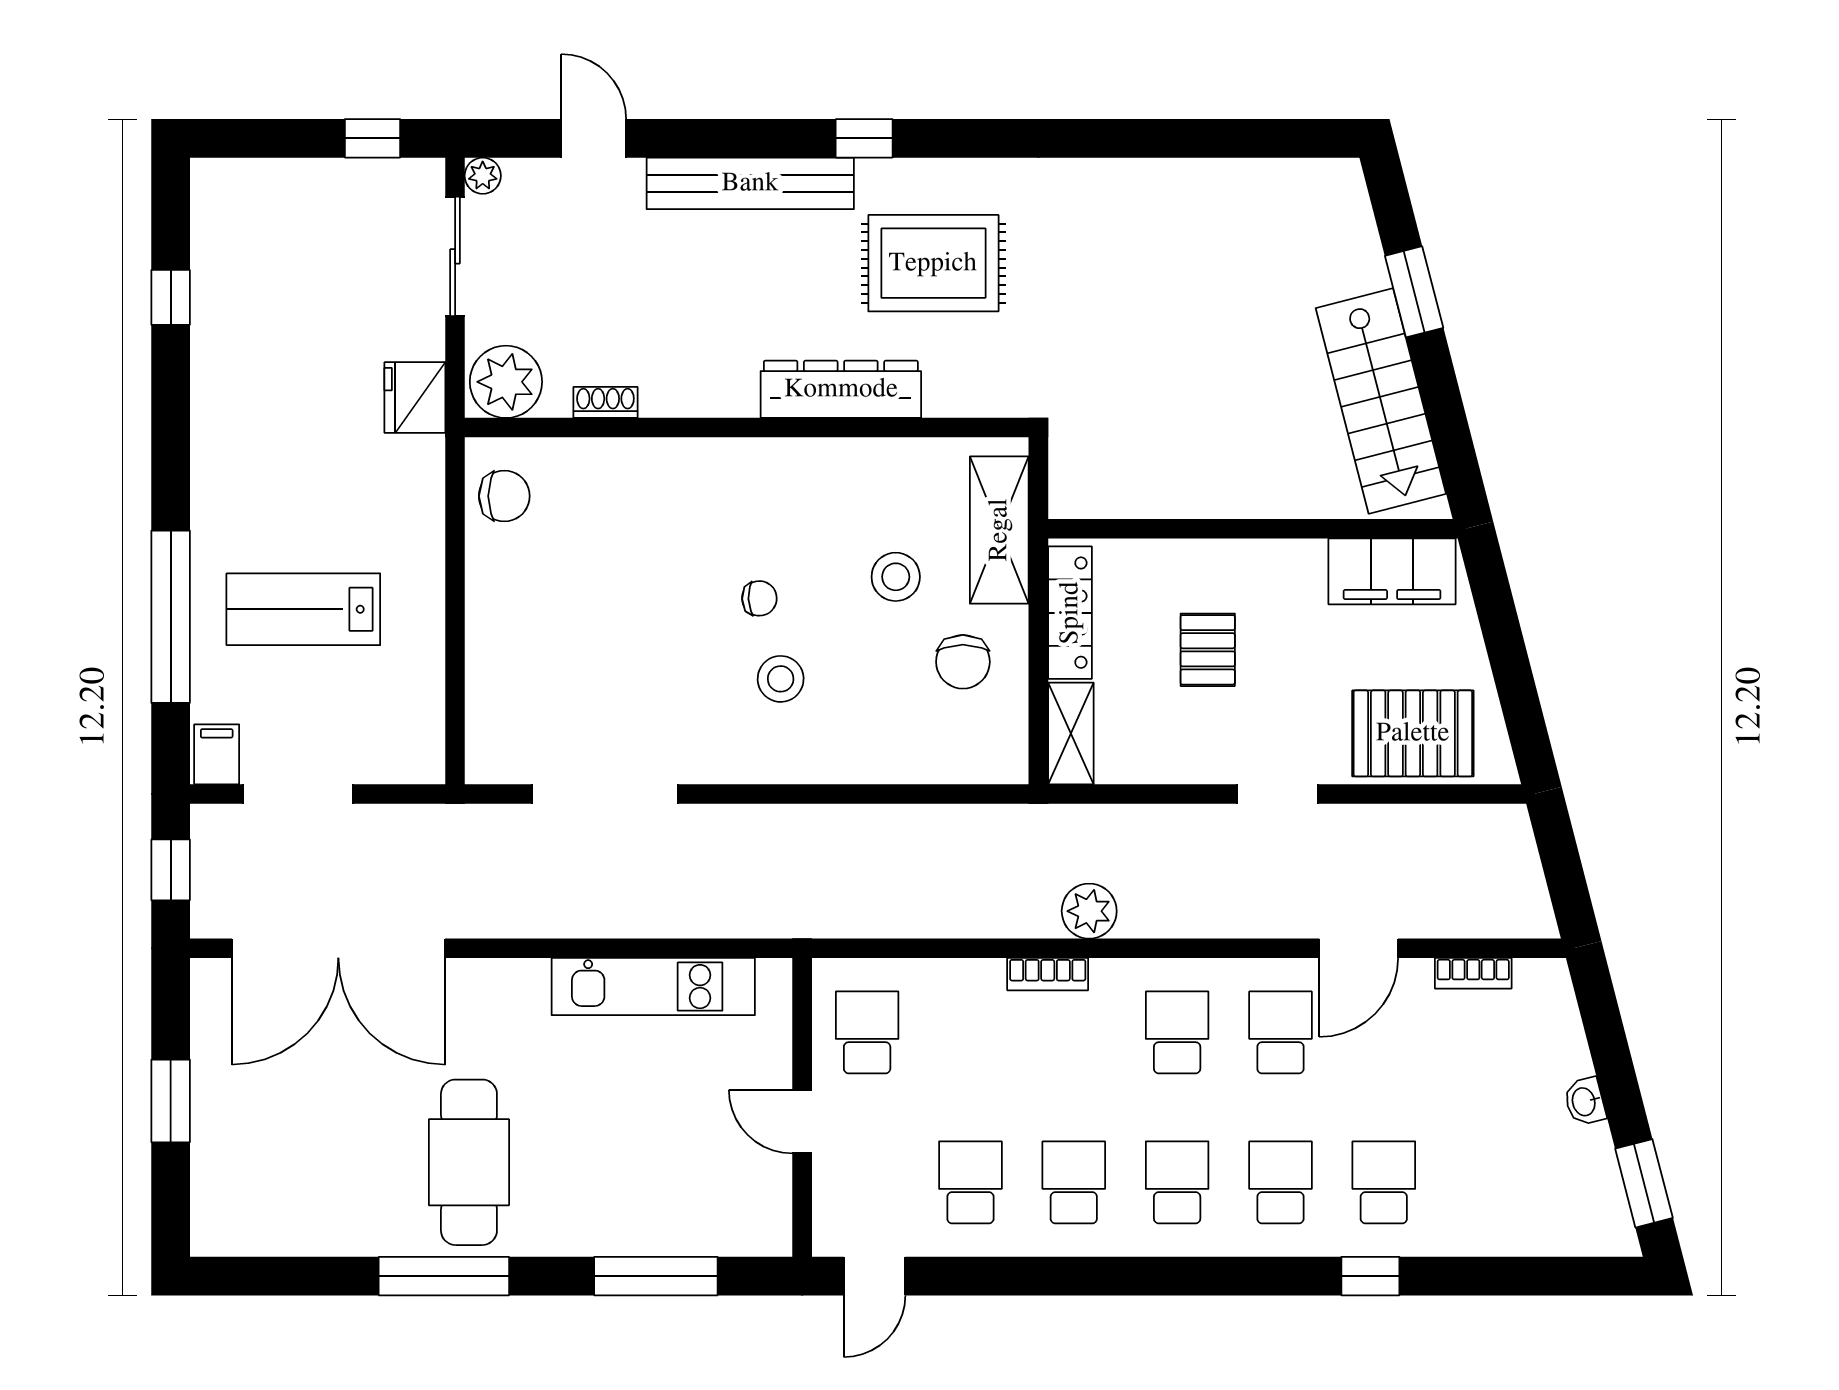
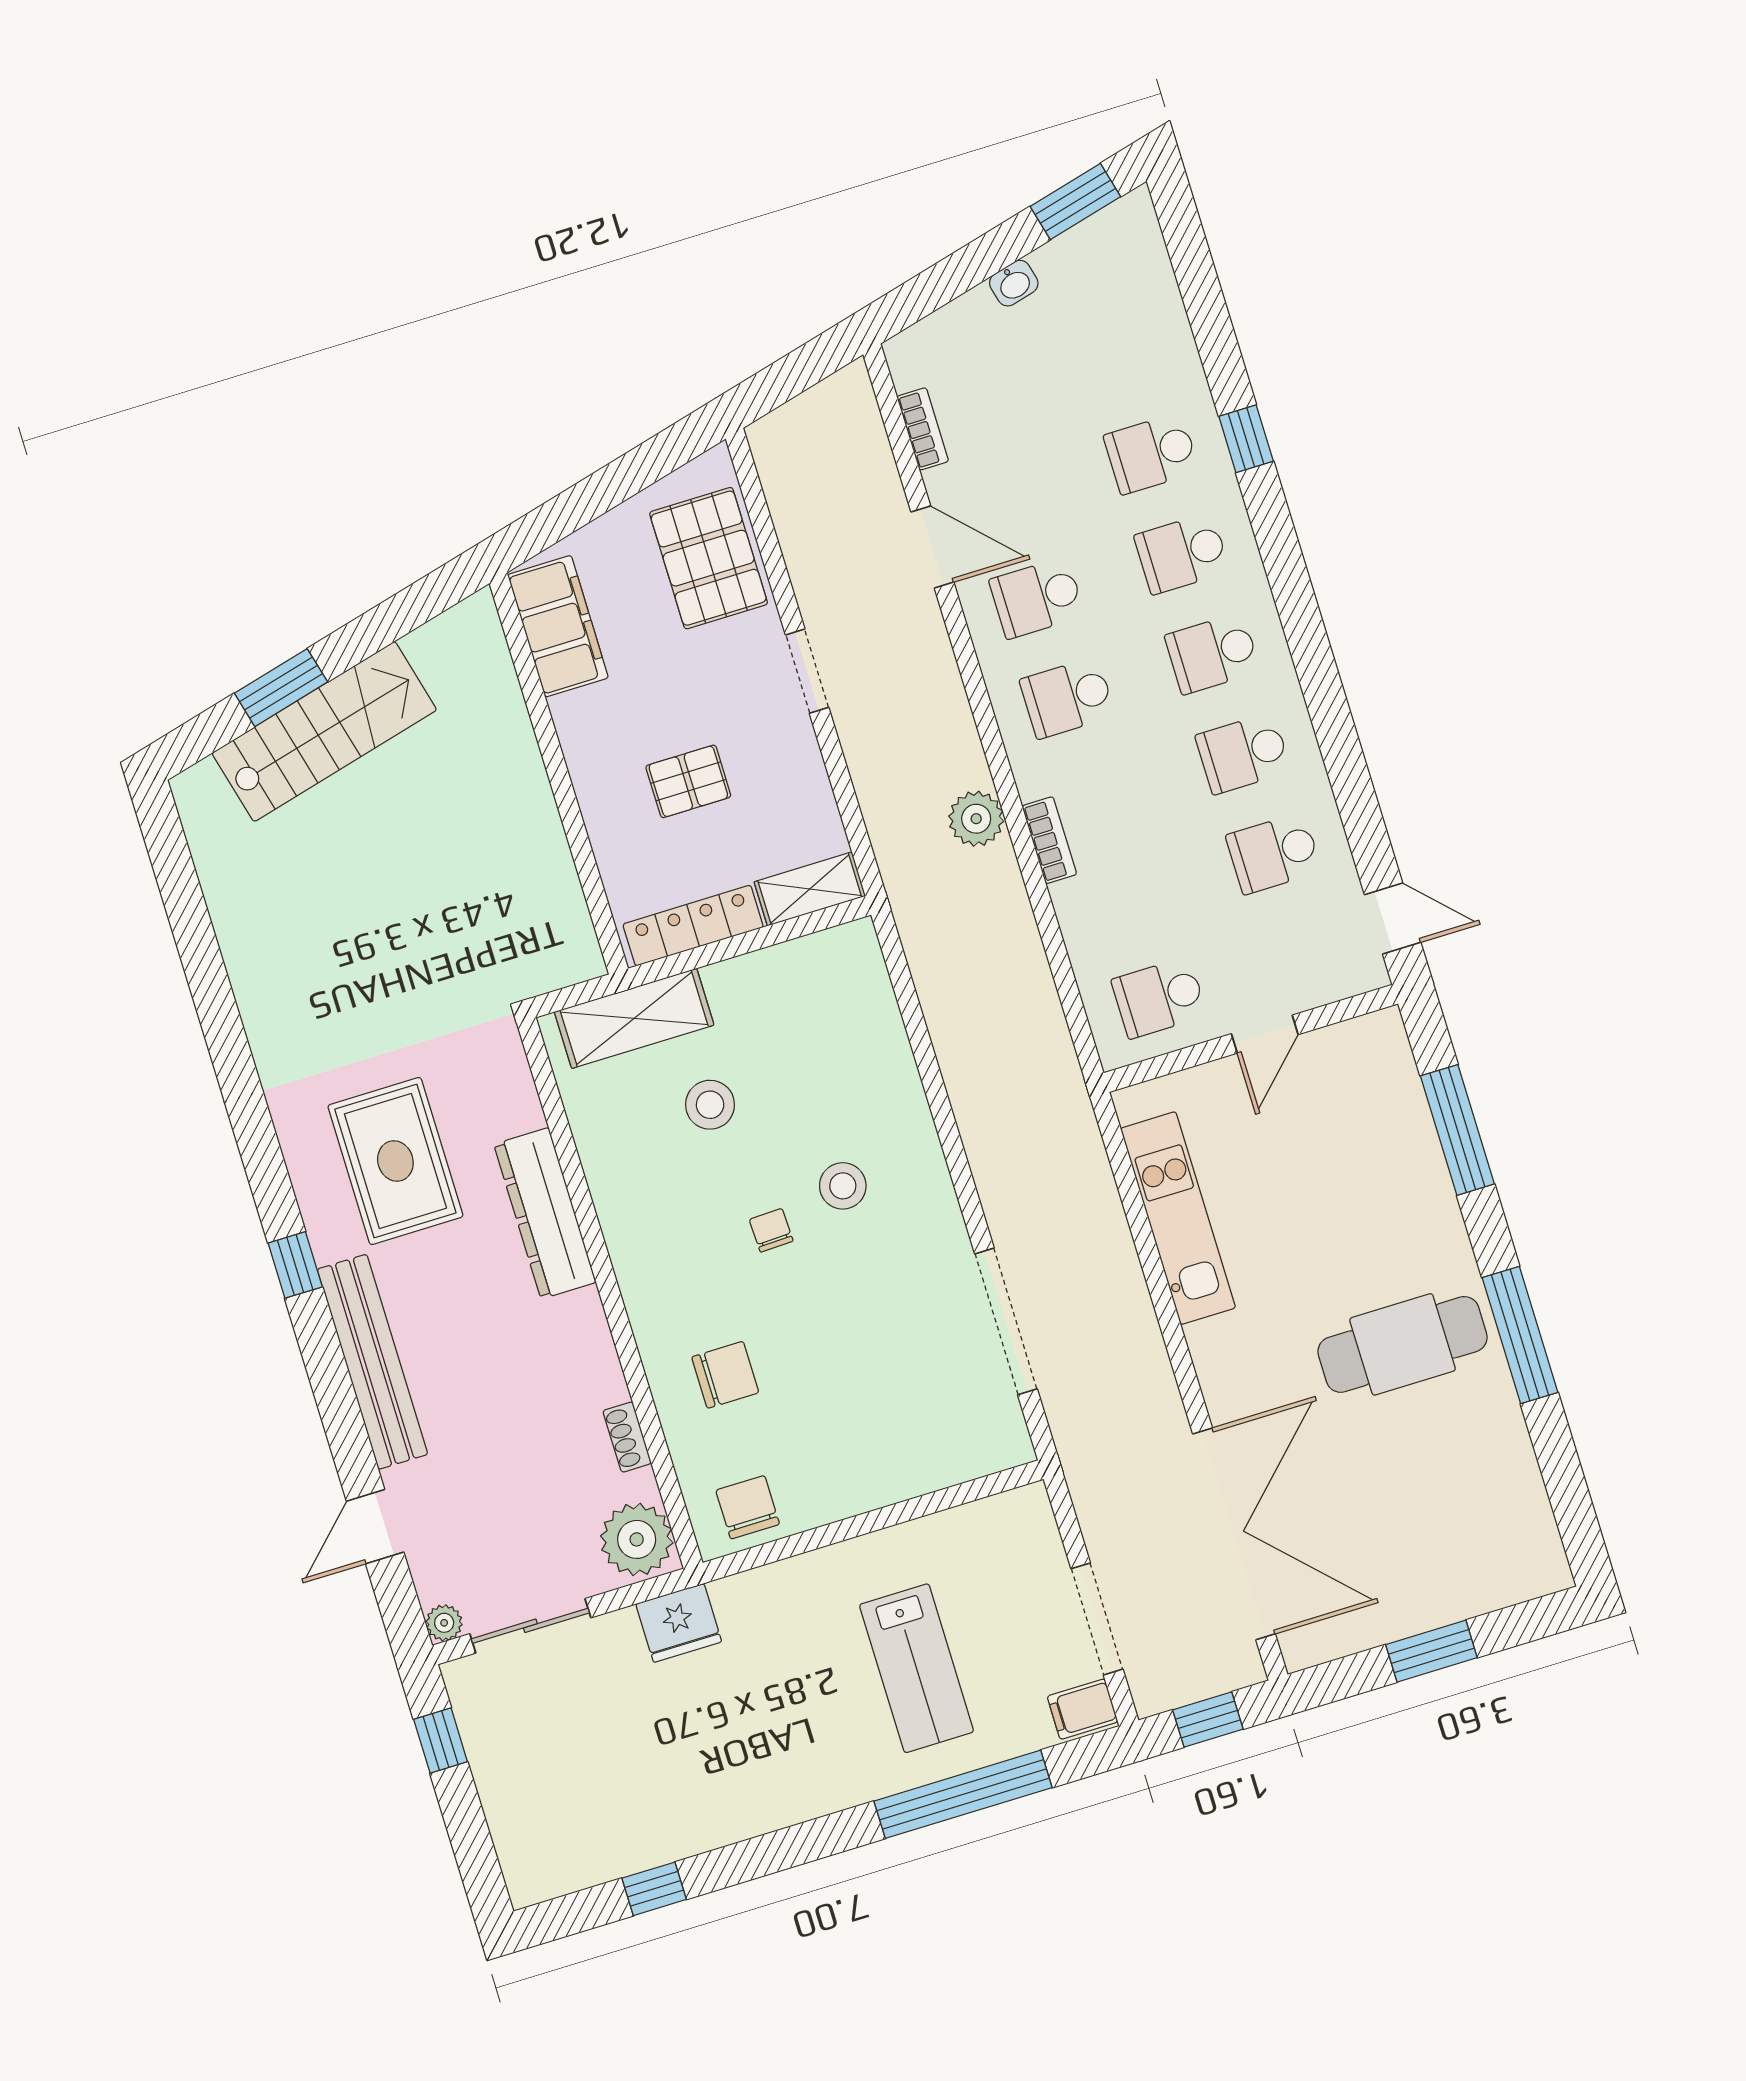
stairs: (1381, 401) -> (324, 732), moved
chair: (963, 662) -> (725, 1375), moved

